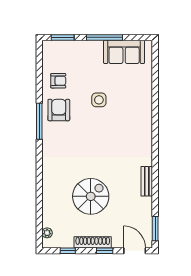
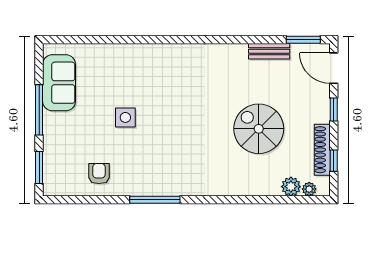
armchair: (59, 110) -> (139, 173), removed
bench: (147, 181) -> (269, 51), moved
plant: (49, 220) -> (291, 187), added
shoe rack: (93, 242) -> (322, 150), moved
door: (135, 251) -> (334, 68), hinge flipped

